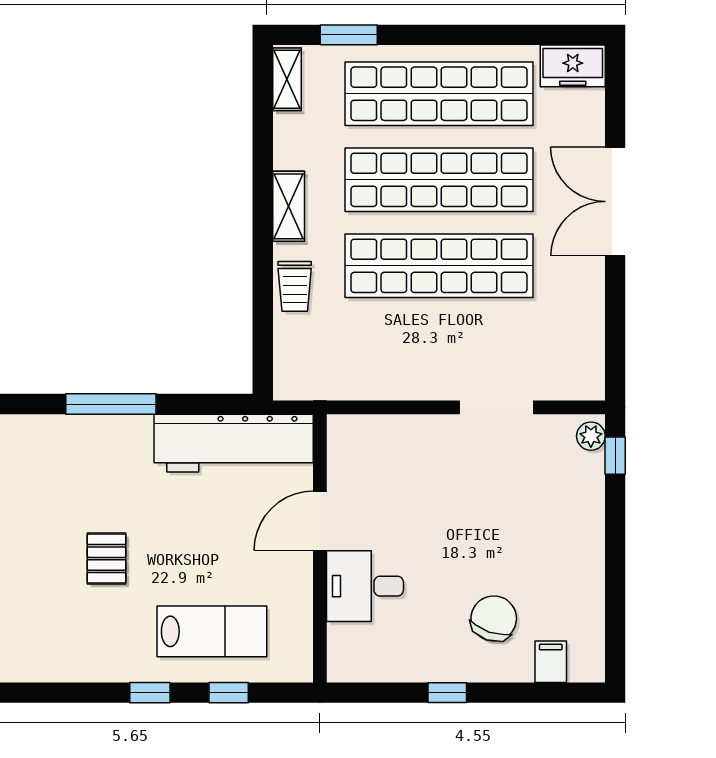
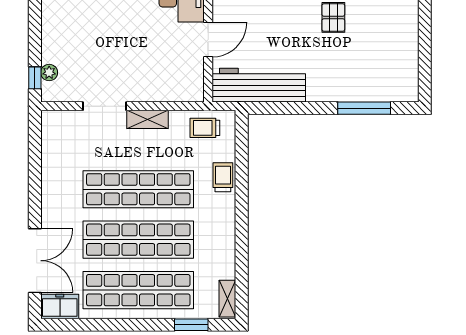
double door: (615, 202) -> (35, 261), moved
shelving: (289, 206) -> (148, 119), moved, turned 90
trolley: (325, 370) -> (205, 128), added
window: (111, 404) -> (364, 108), moved
plant: (591, 436) -> (49, 73), moved

